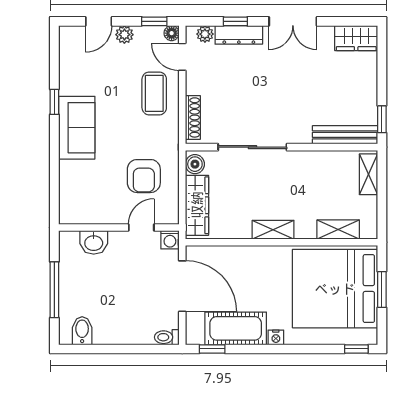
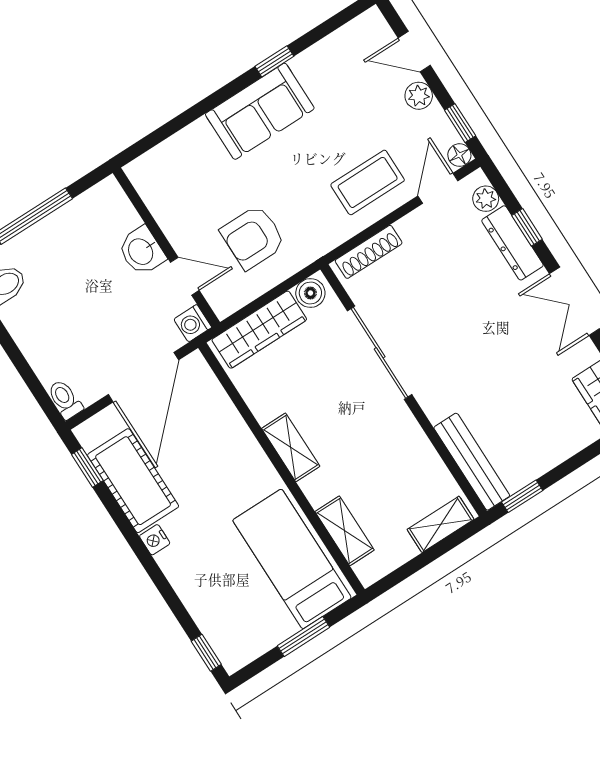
washbasin: (94, 242) -> (142, 251), moved
bed: (335, 289) -> (292, 559), width x0.49

